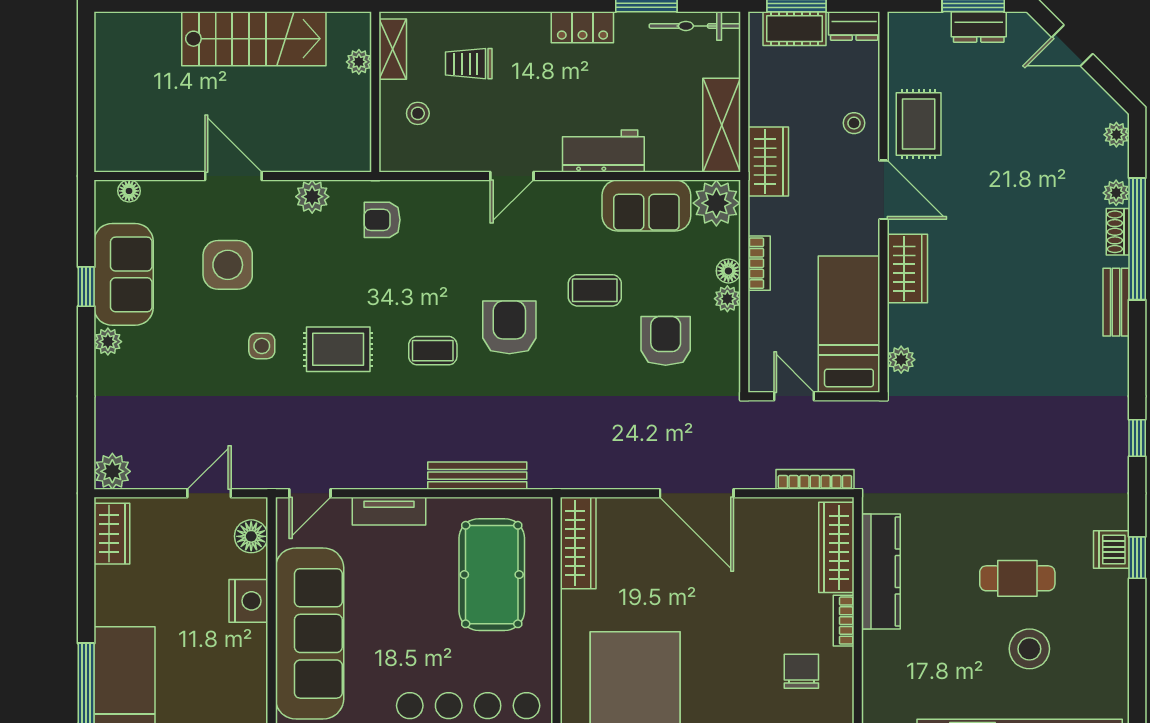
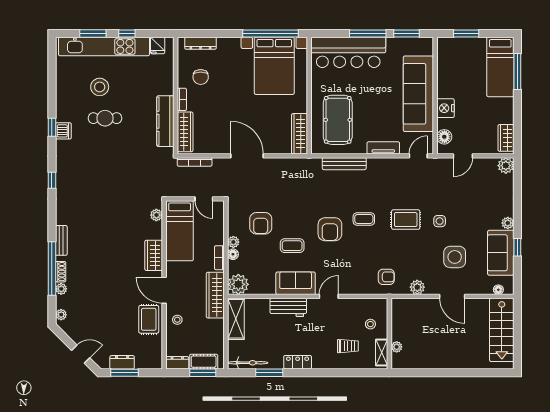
stairs: (254, 39) -> (502, 330), moved, turned -90
wardrobe: (768, 161) -> (215, 295), width x1.50
sofa: (646, 205) -> (296, 283), moved

